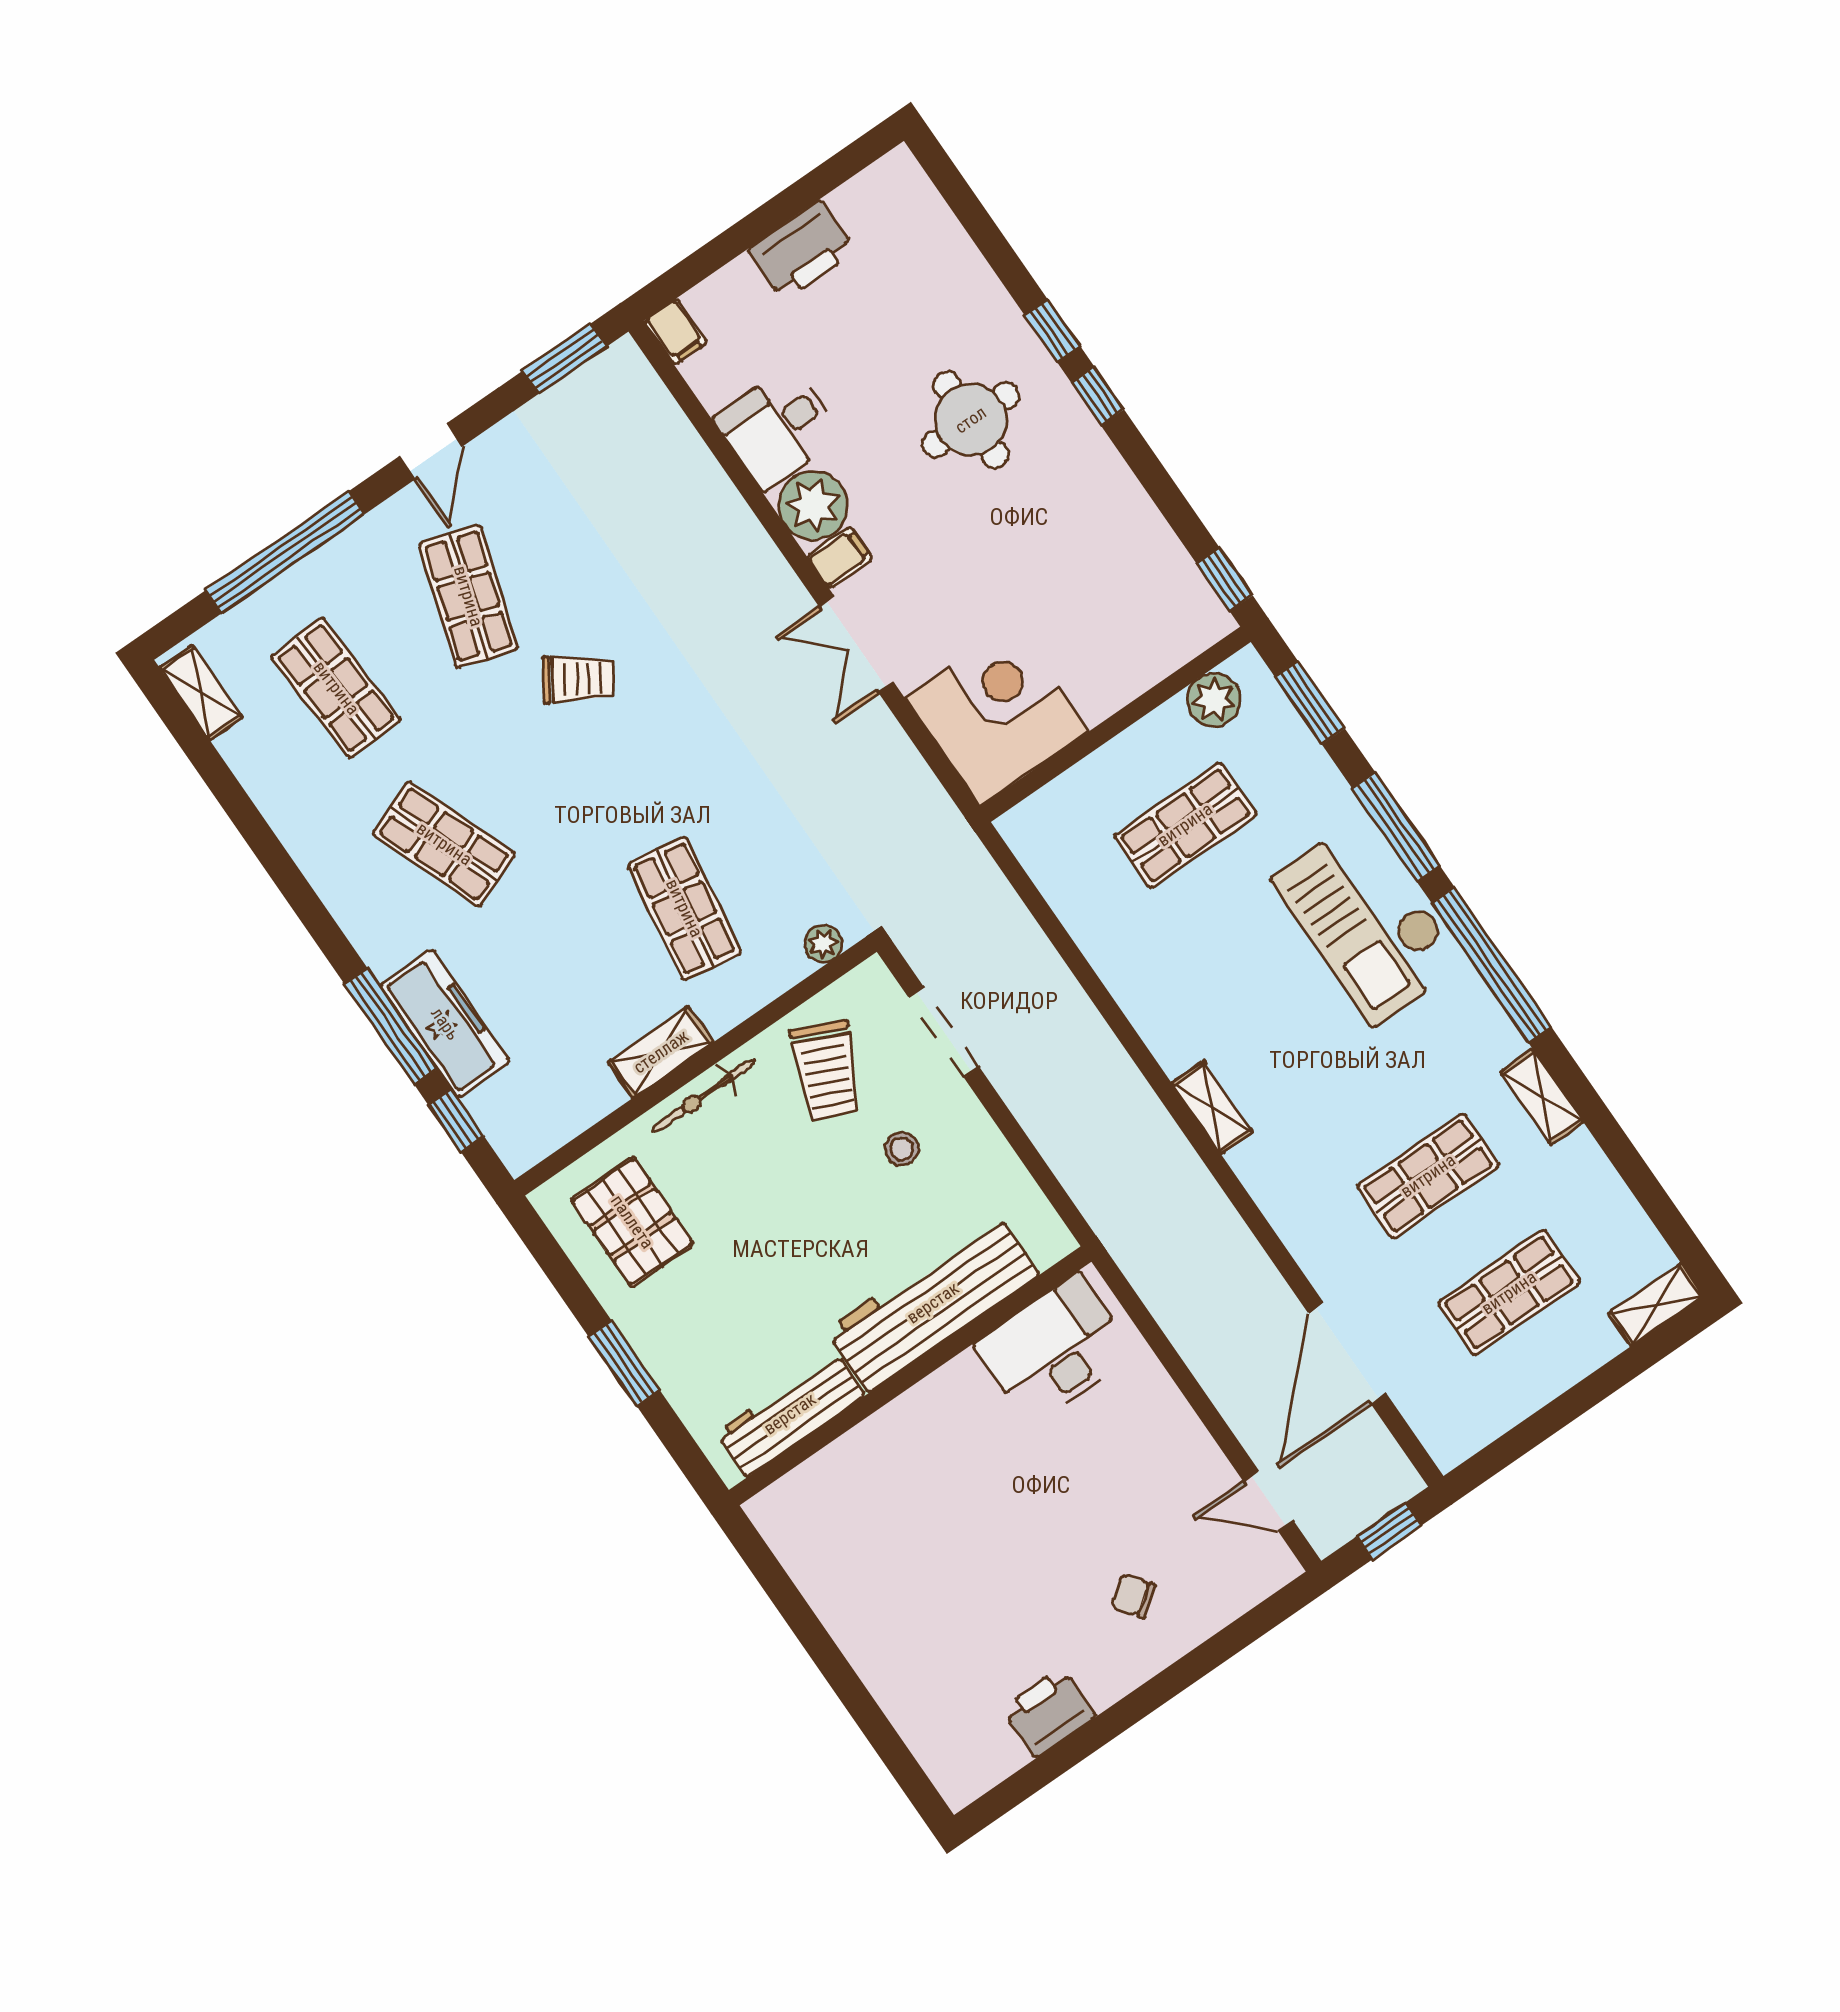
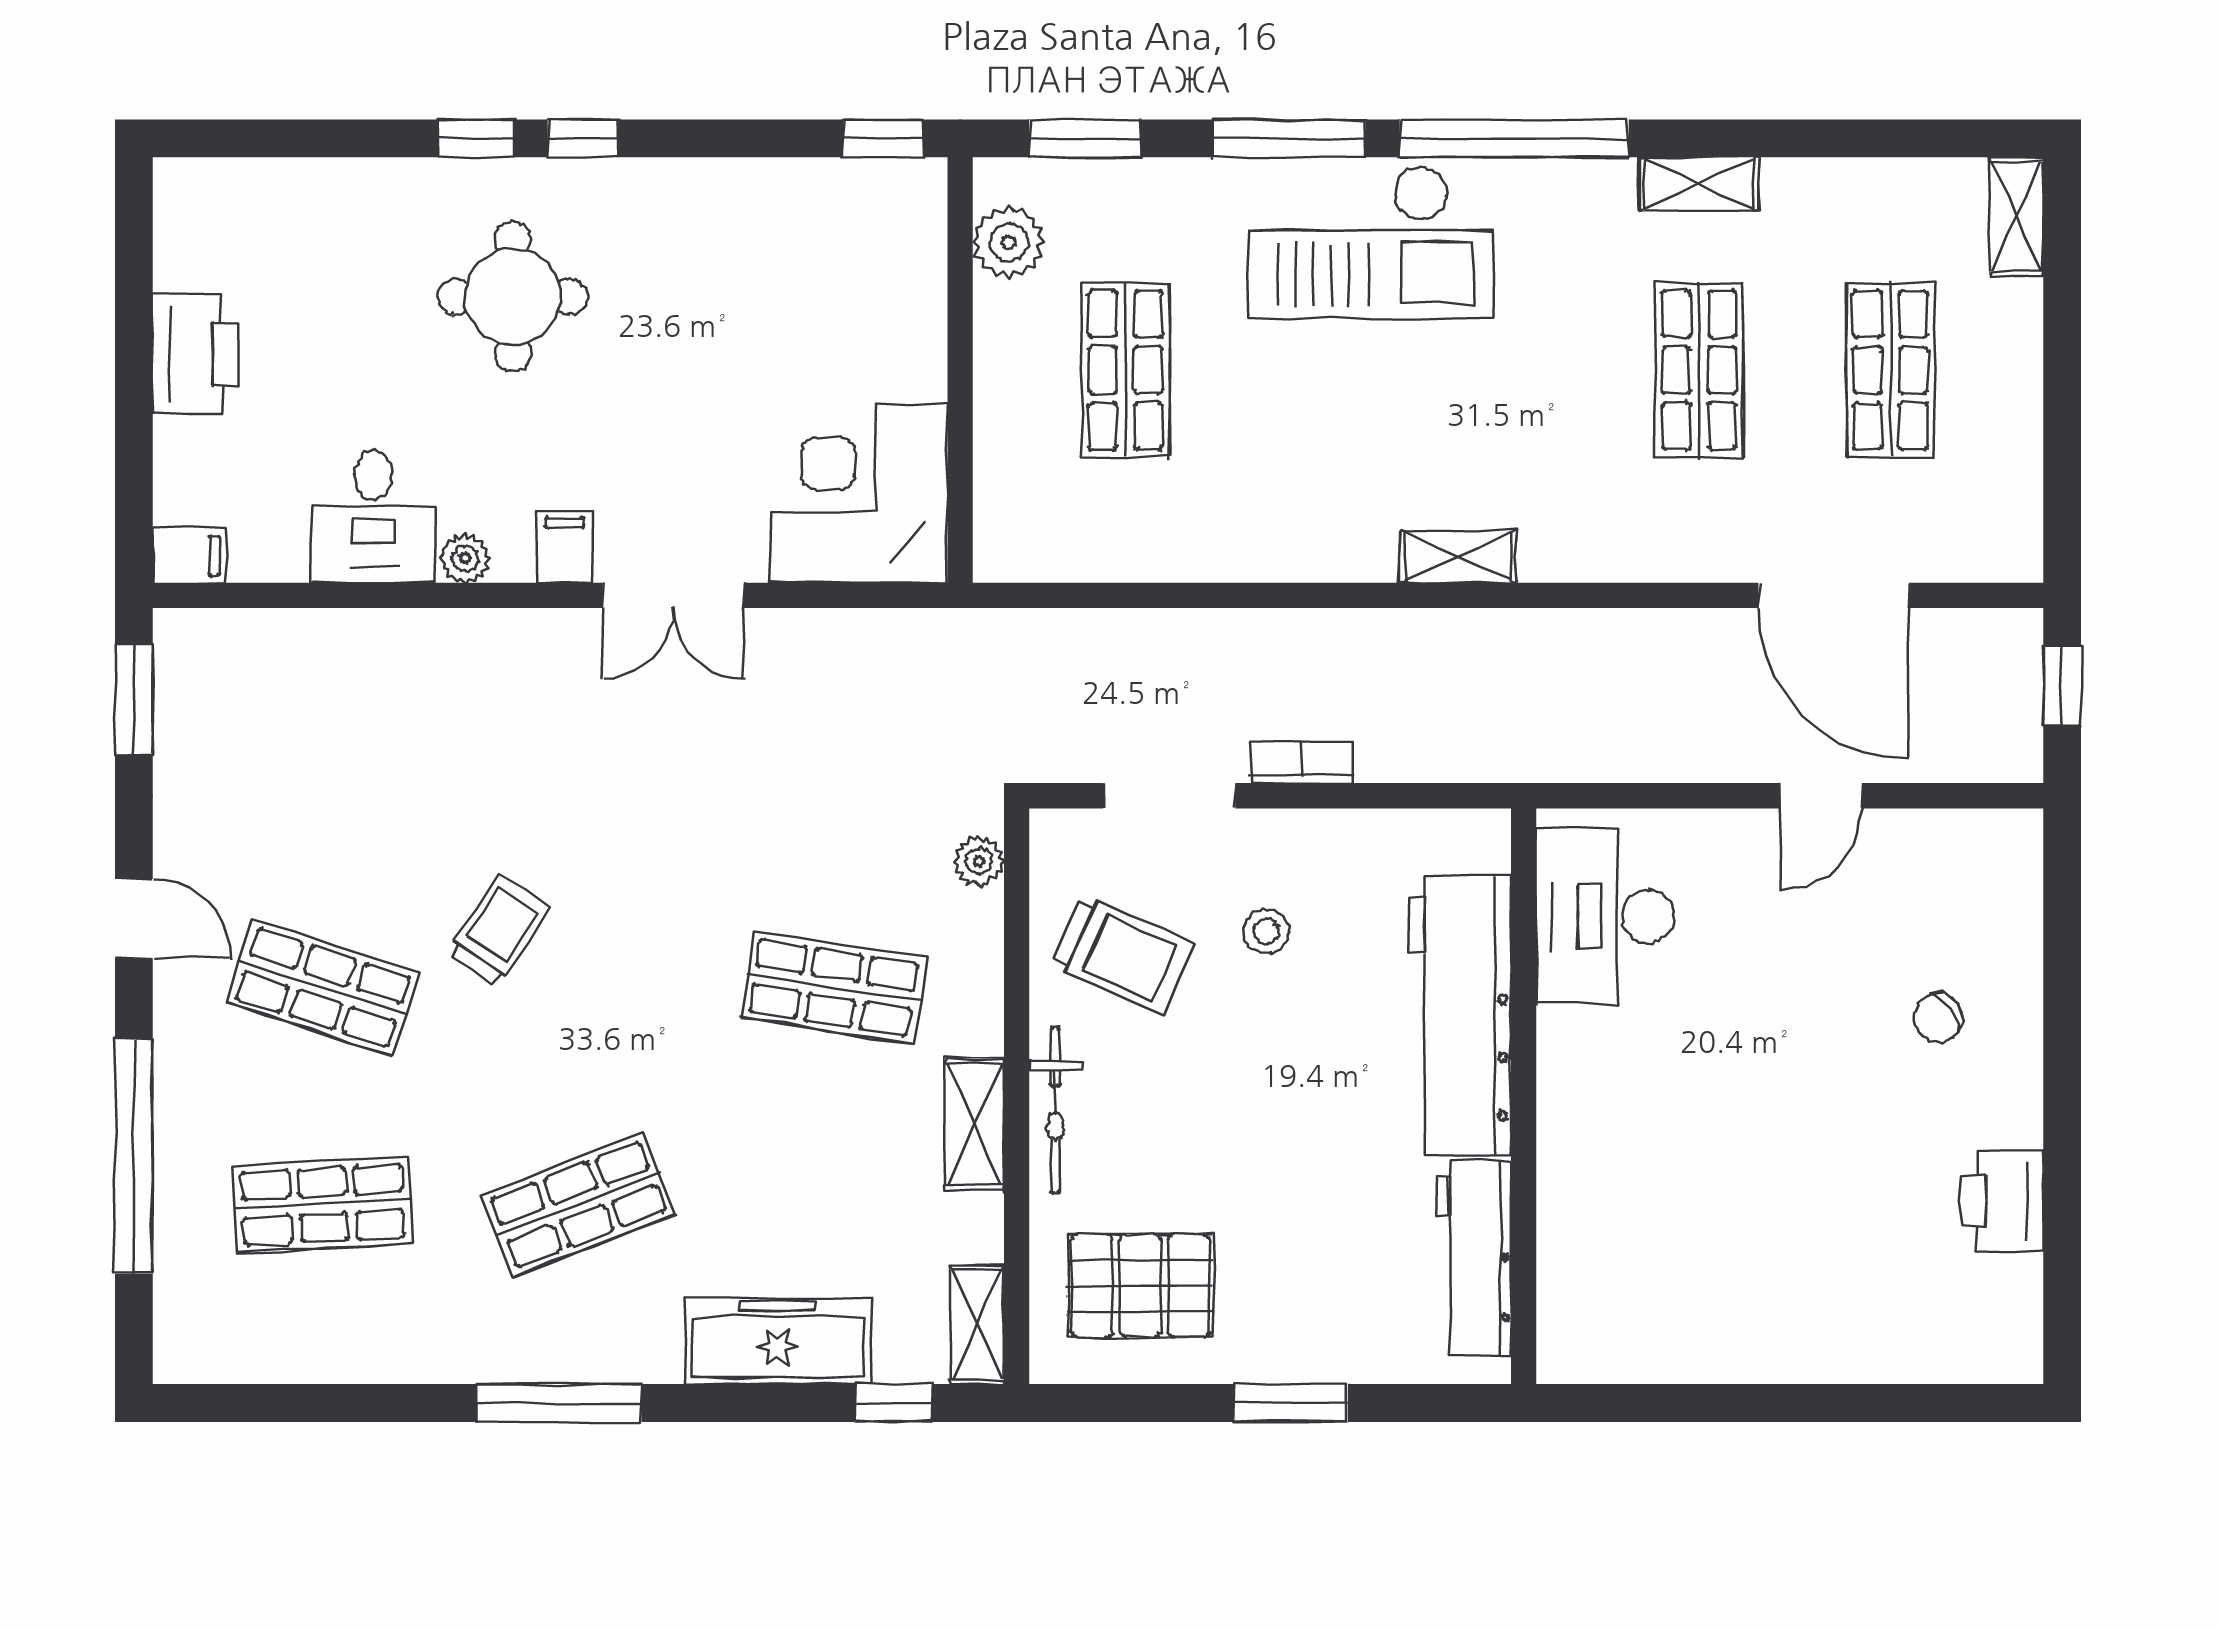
plant: (813, 505) -> (465, 558), width x0.53, depth x0.53
shelving: (201, 693) -> (977, 1325), moved, turned 90
window: (391, 1027) -> (559, 1403), moved
bookcase: (1020, 1099) -> (1302, 762), added
door: (1268, 1501) -> (1821, 796), moved

